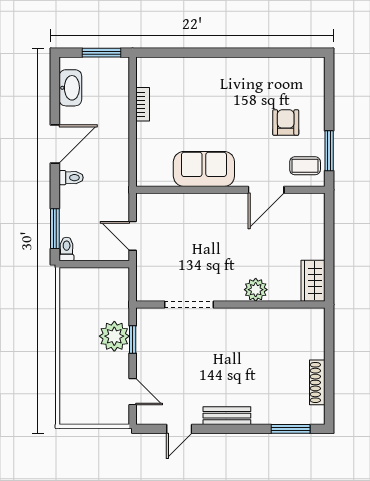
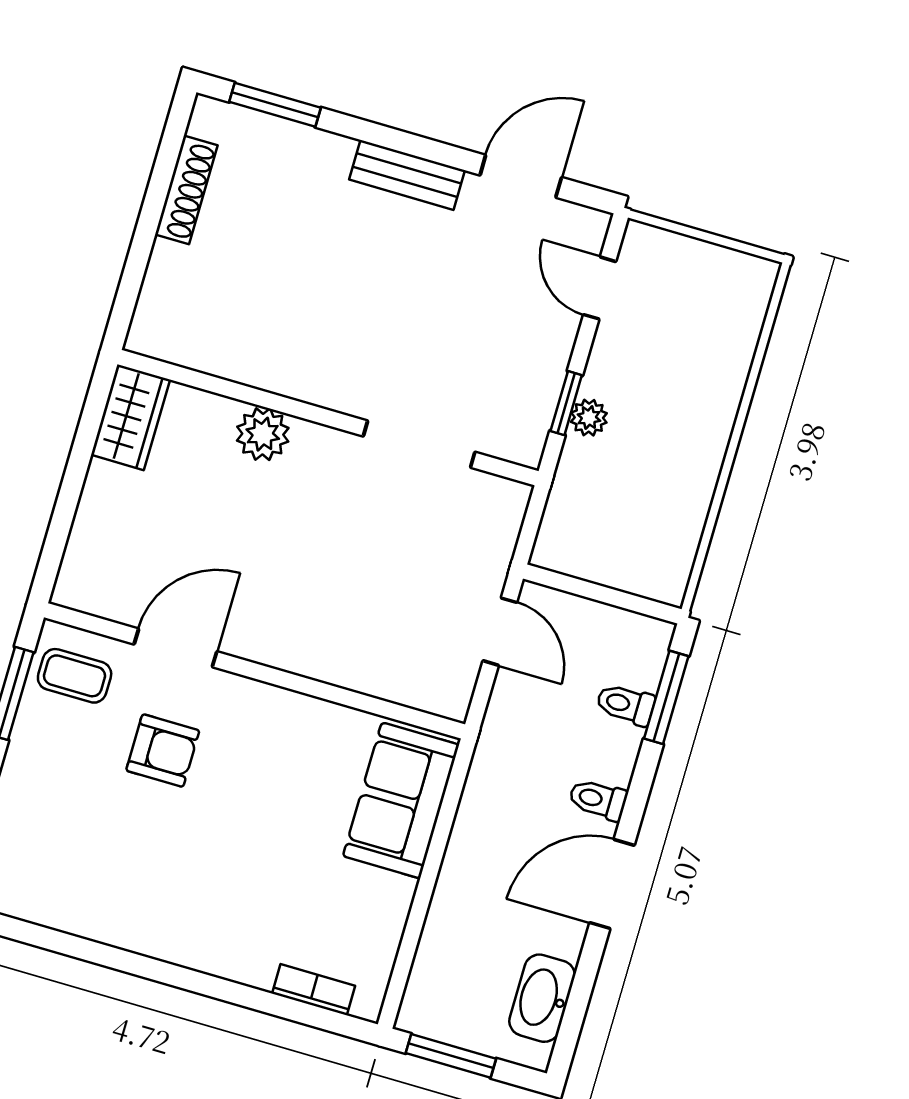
bookcase: (143, 104) -> (314, 990), moved, turned 90
armchair: (286, 123) -> (163, 751), moved, turned -90
sofa: (204, 169) -> (401, 800), moved, turned 90
toilet: (67, 249) -> (625, 704), moved, turned 90
plant: (114, 336) -> (589, 418), width x0.53, depth x0.53
door: (179, 429) -> (521, 176), width x1.38

